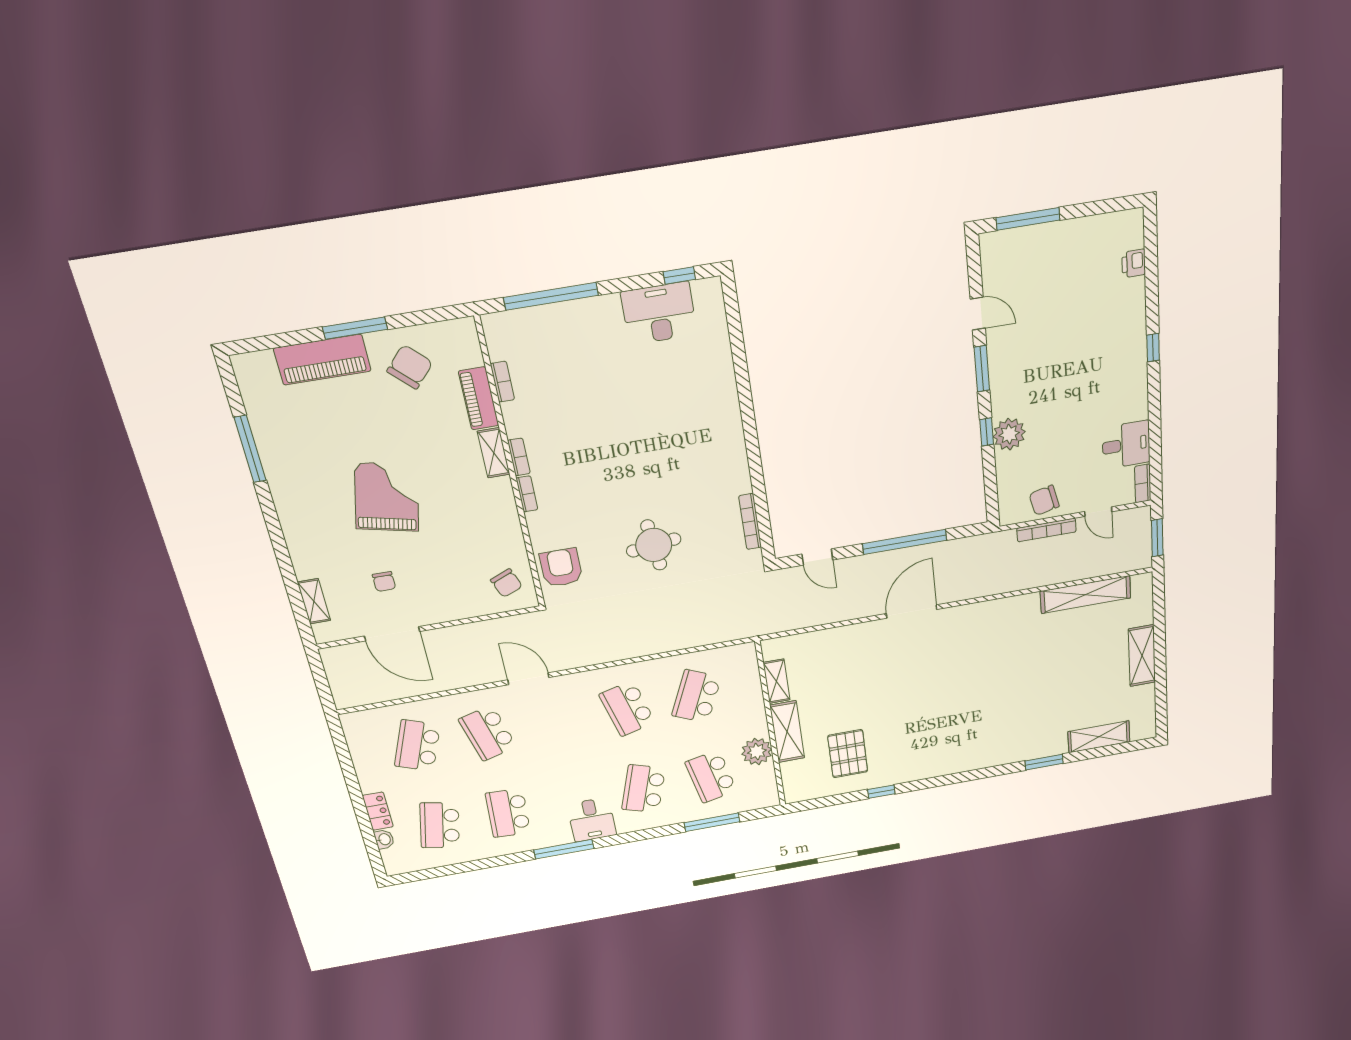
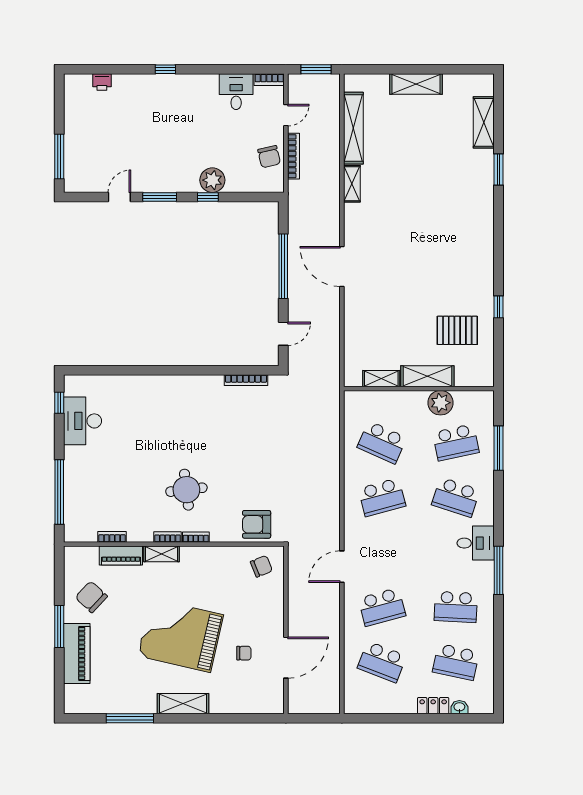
grand piano: (387, 497) -> (181, 635), width x1.37, depth x1.48
round table: (654, 545) -> (186, 490), moved
shelving: (314, 601) -> (183, 704), moved, width x1.50, depth x1.33
shelving: (1016, 605) -> (352, 184), added

